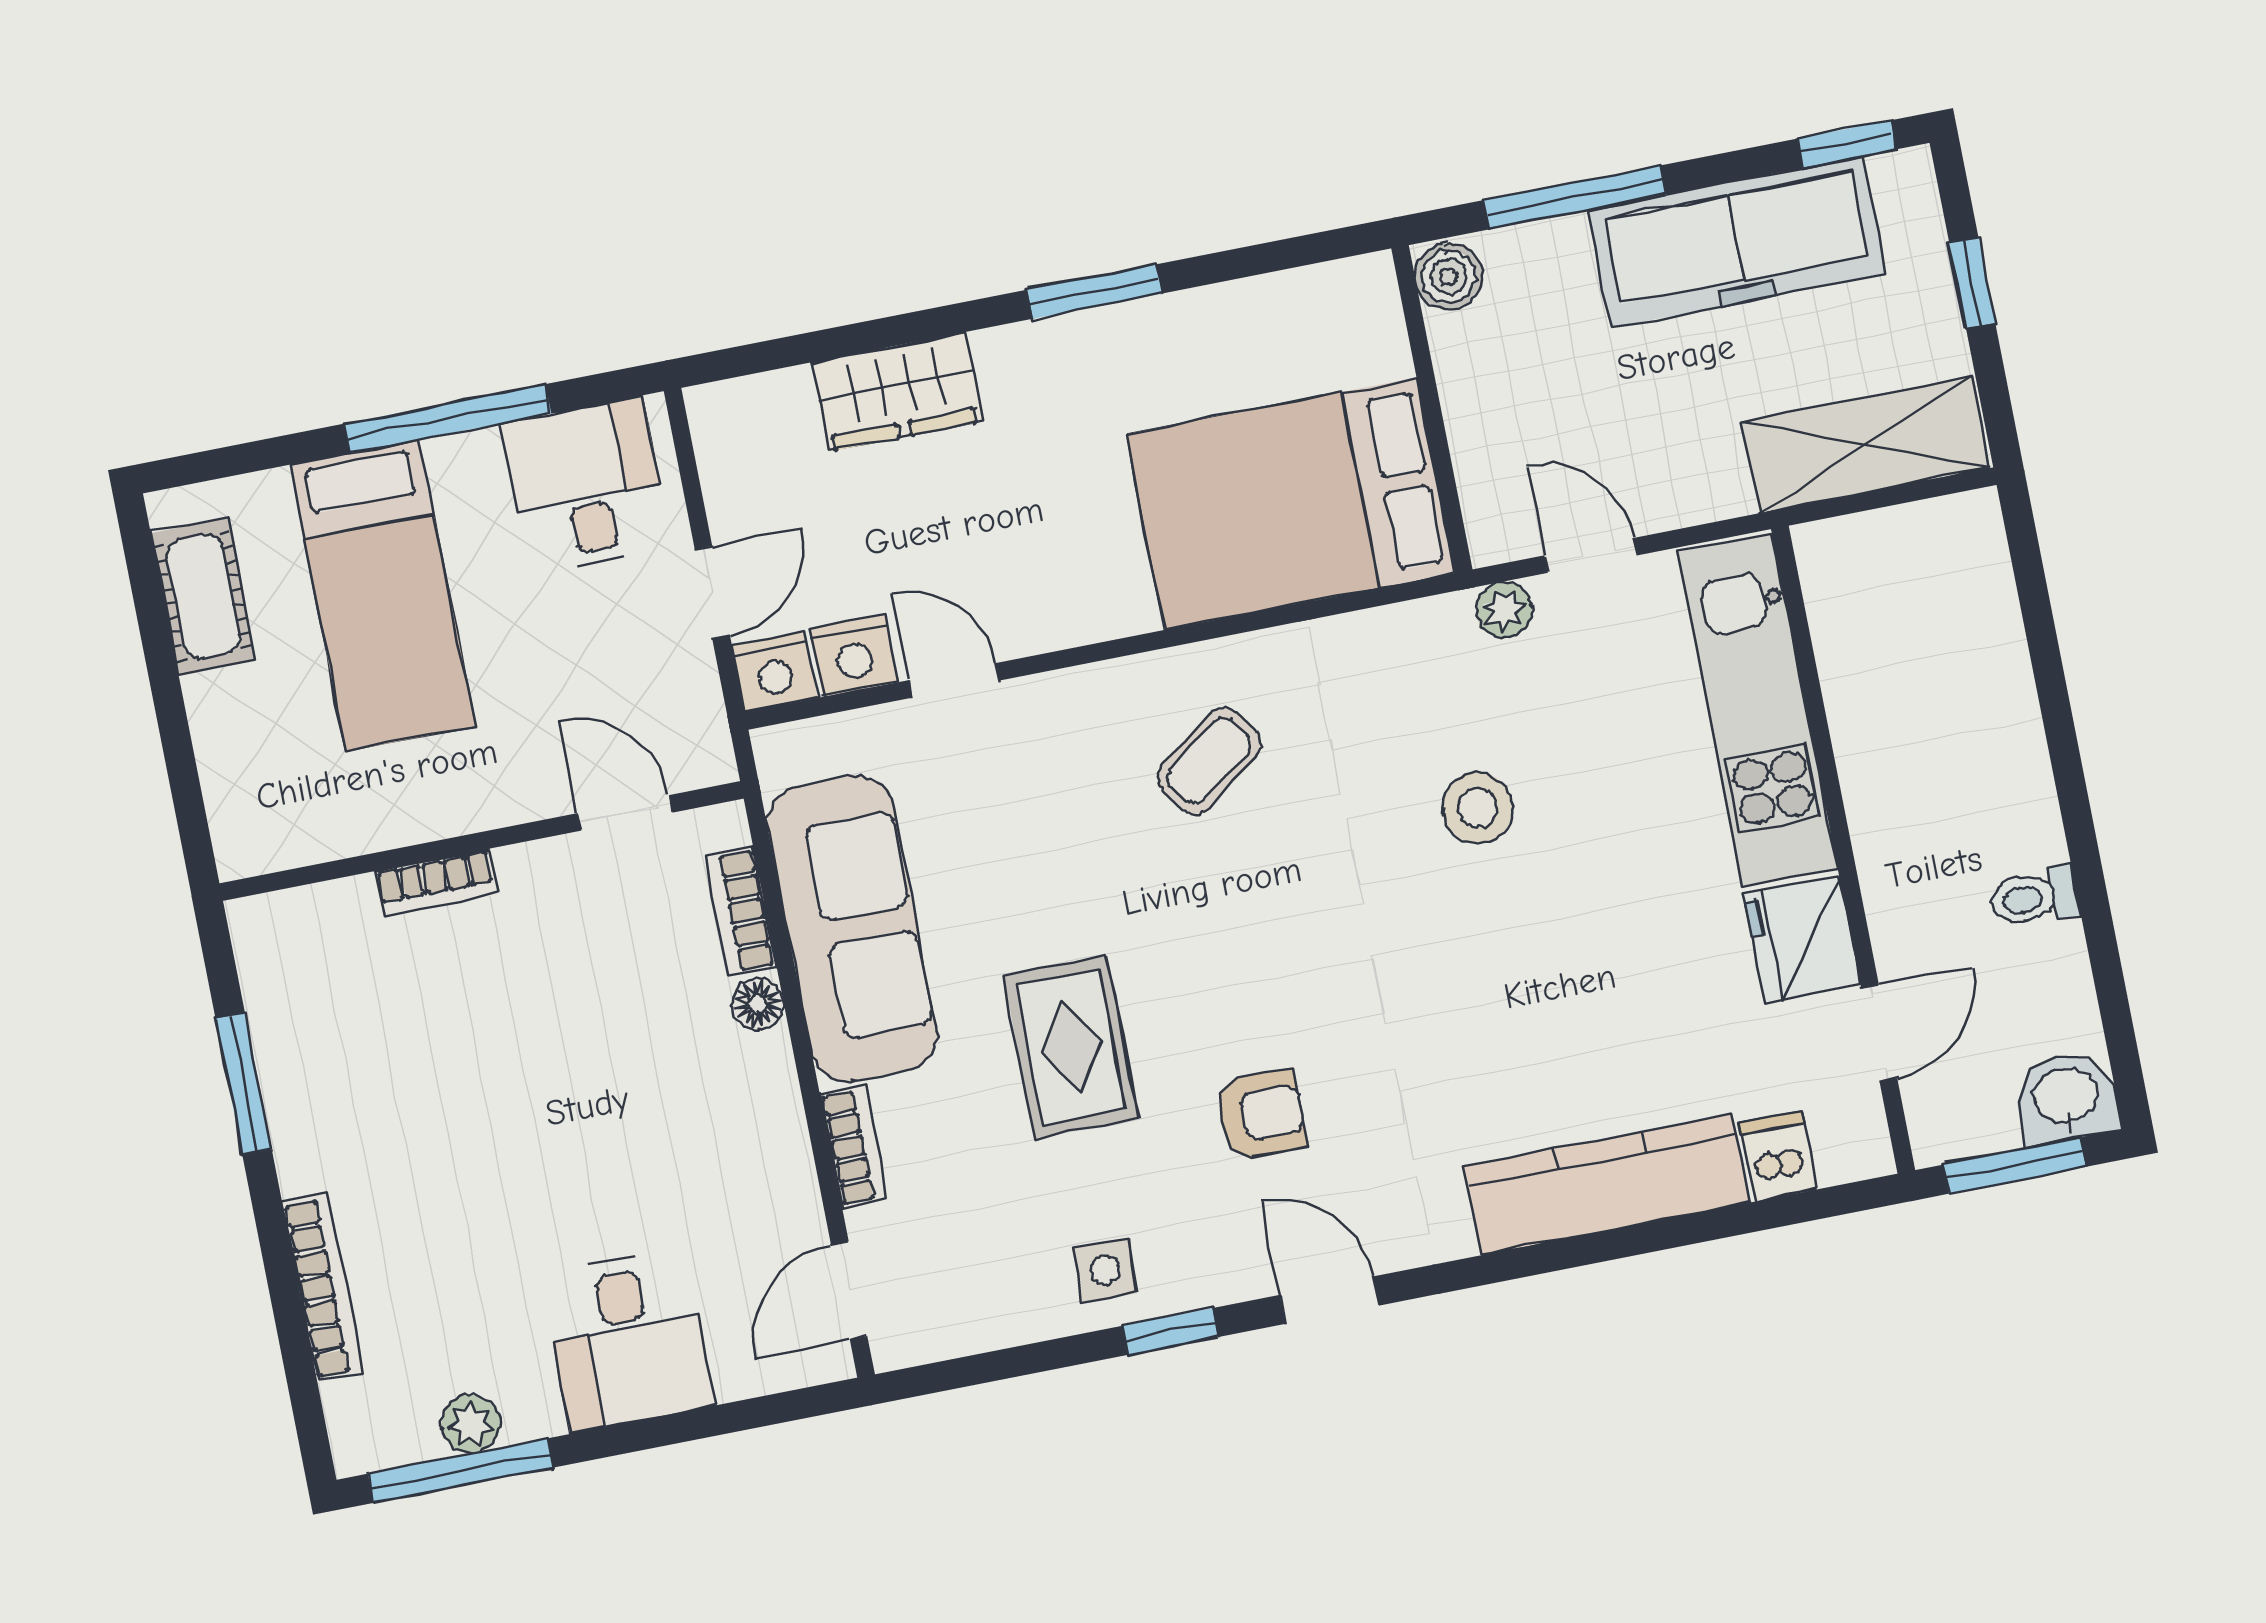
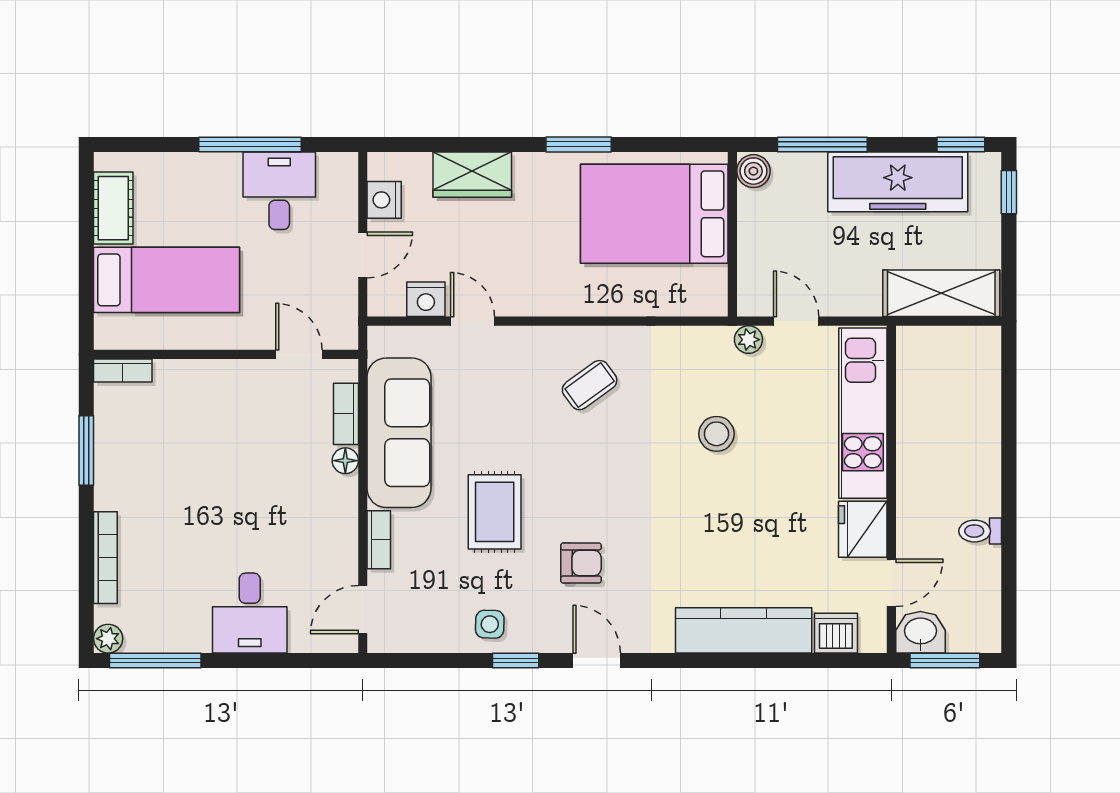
window: (1972, 283) -> (1009, 192), moved
desk: (586, 486) -> (279, 191), moved
bed: (1291, 504) -> (654, 214), moved
bed: (383, 595) -> (167, 280), moved, turned -90
nightstand: (775, 672) -> (384, 200), moved, turned 90
bookcase: (436, 883) -> (123, 371), moved
washbasin: (2066, 1098) -> (920, 632), moved
dishwasher: (1778, 1156) -> (836, 633), width x1.38
plant: (471, 1424) -> (108, 639), moved

